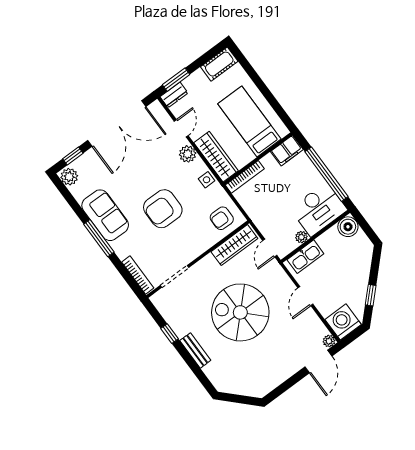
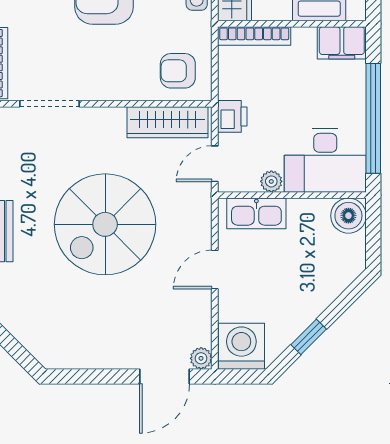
printer: (262, 221) -> (232, 116), added
spiral stairs: (240, 312) -> (105, 224), turned -90

